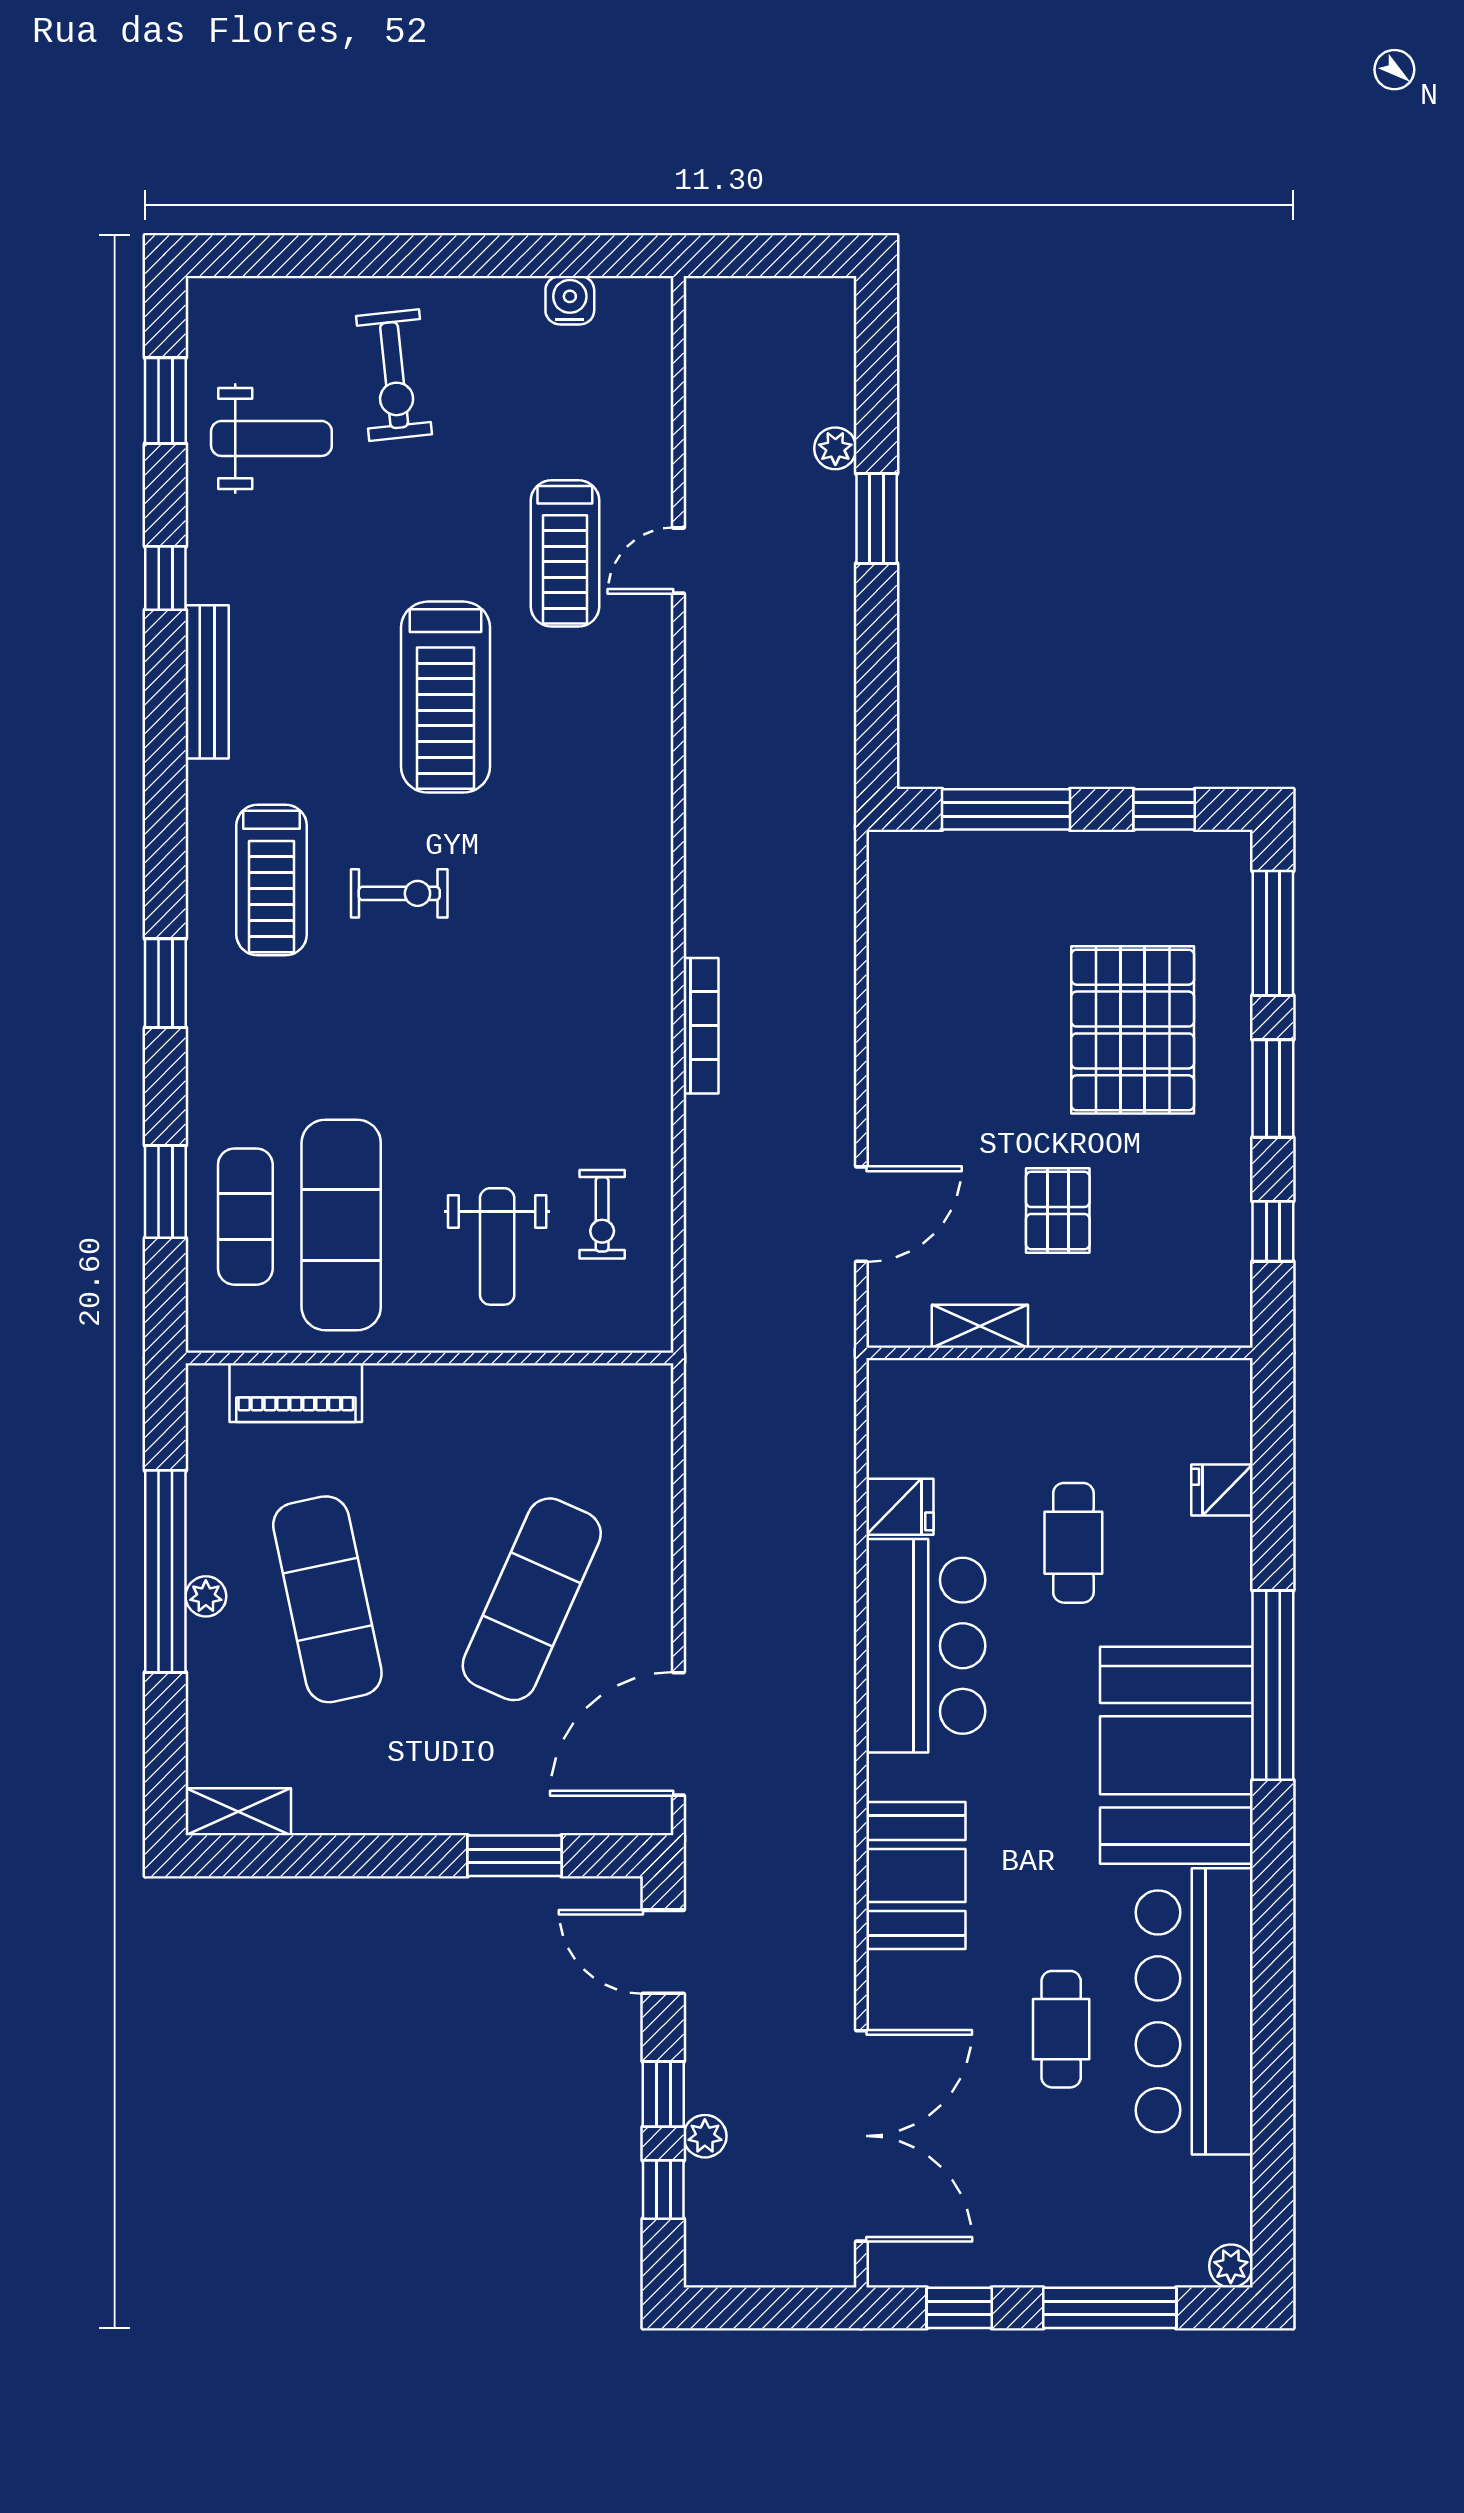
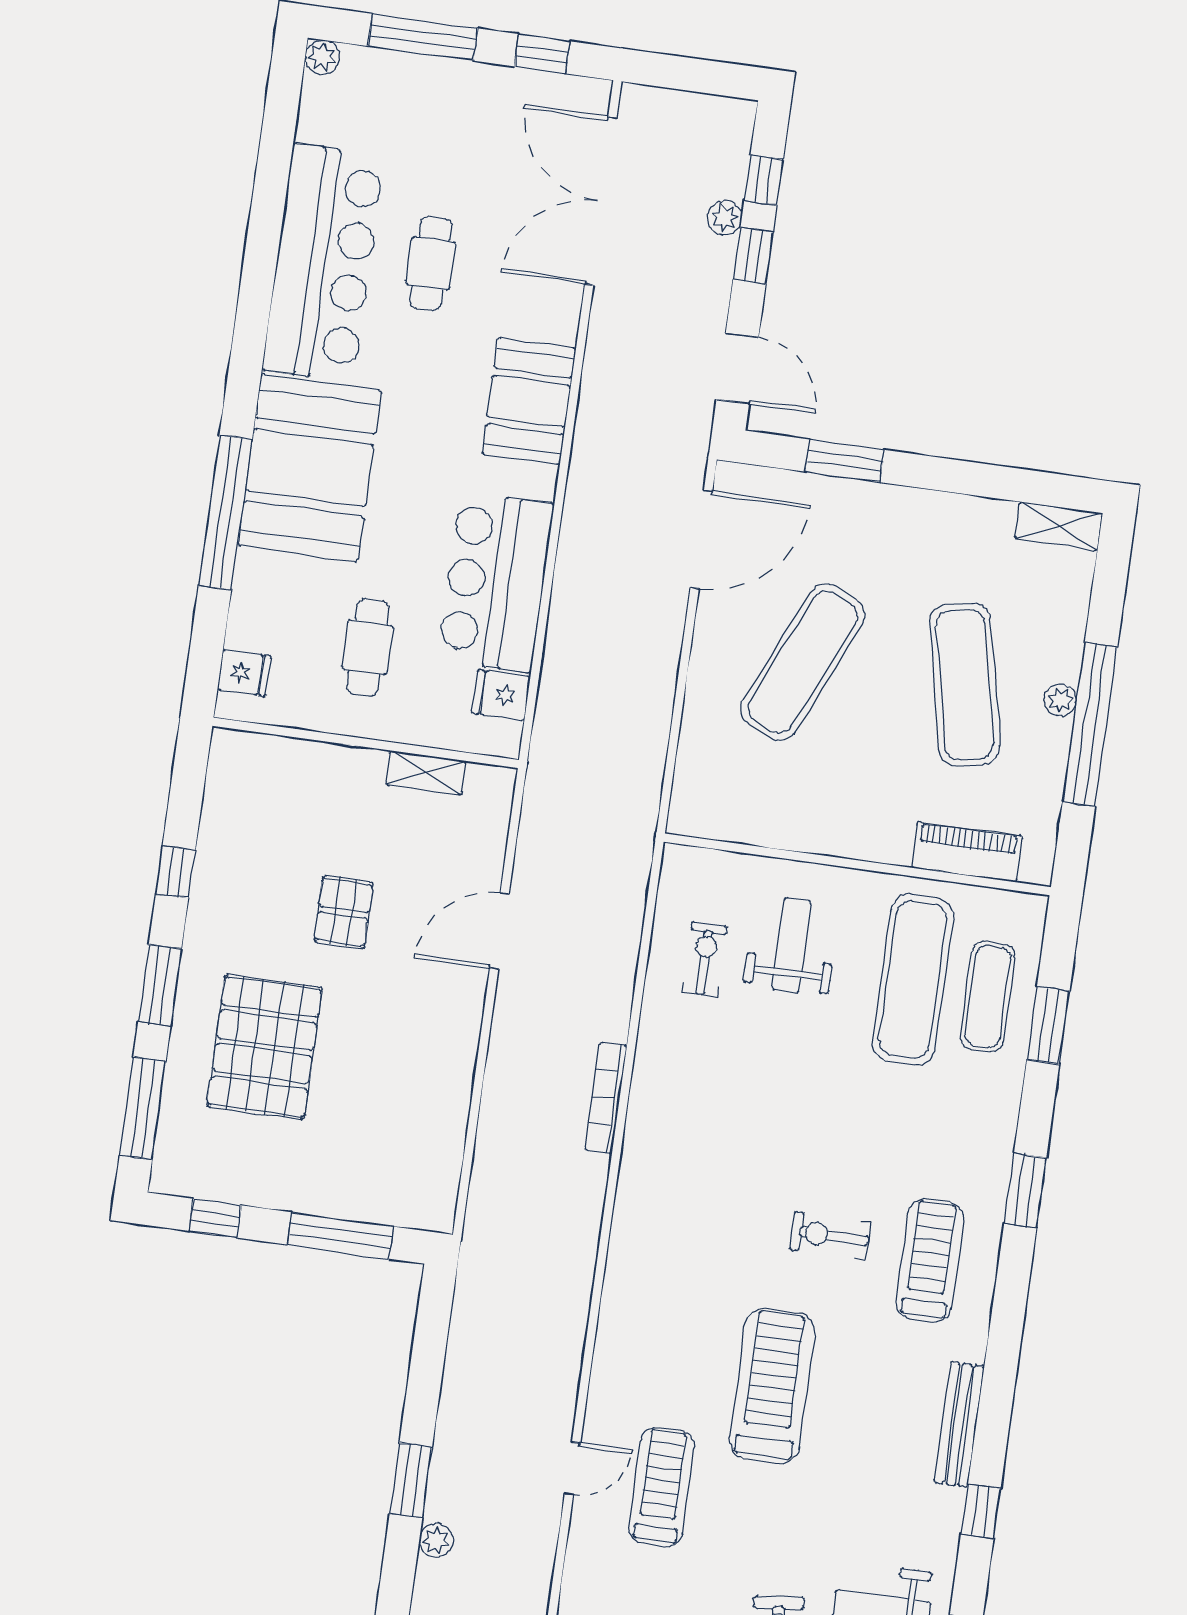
shelving: (980, 1326) -> (426, 773), moved
wall: (1059, 1353) -> (366, 743), moved

